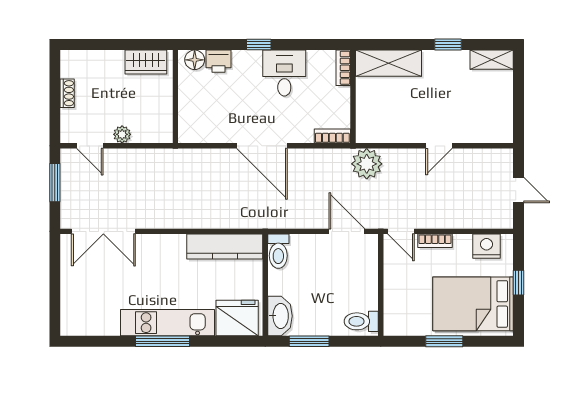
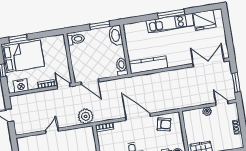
armchair: (213, 122) -> (164, 124), added
fridge: (237, 318) -> (204, 20), moved
window: (444, 341) -> (18, 39), moved

